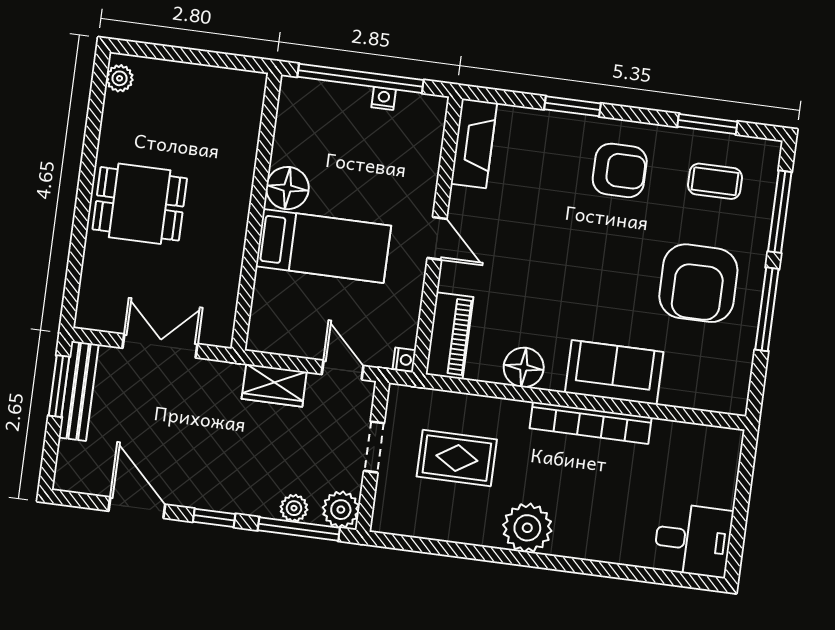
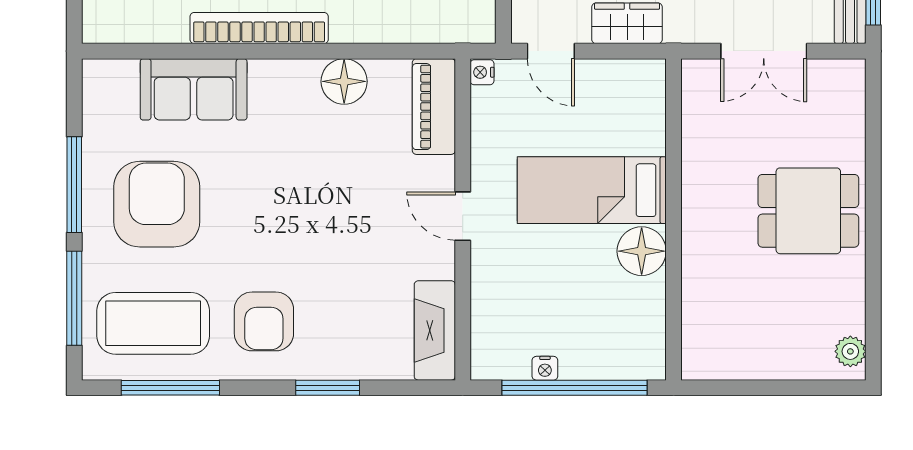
window: (707, 124) -> (170, 388), width x1.44
armchair: (620, 170) -> (264, 321), turned -90
coffee table: (715, 181) -> (153, 323), width x1.86, depth x1.72
sofa: (614, 372) -> (194, 89), moved

